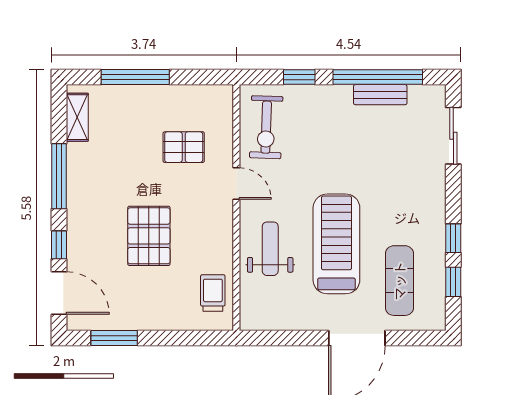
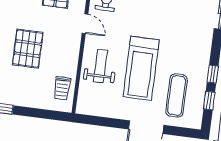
treadmill: (336, 244) -> (141, 68), turned 180
trolley: (213, 293) -> (62, 88), turned 180

